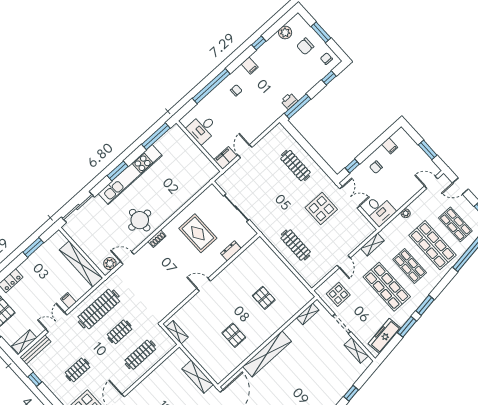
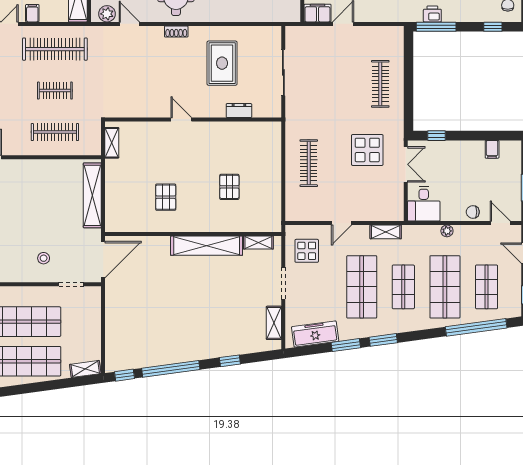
chair: (376, 167) -> (473, 212), moved
shelving: (267, 354) -> (207, 246), moved
shelving: (198, 377) -> (92, 195), width x1.47

